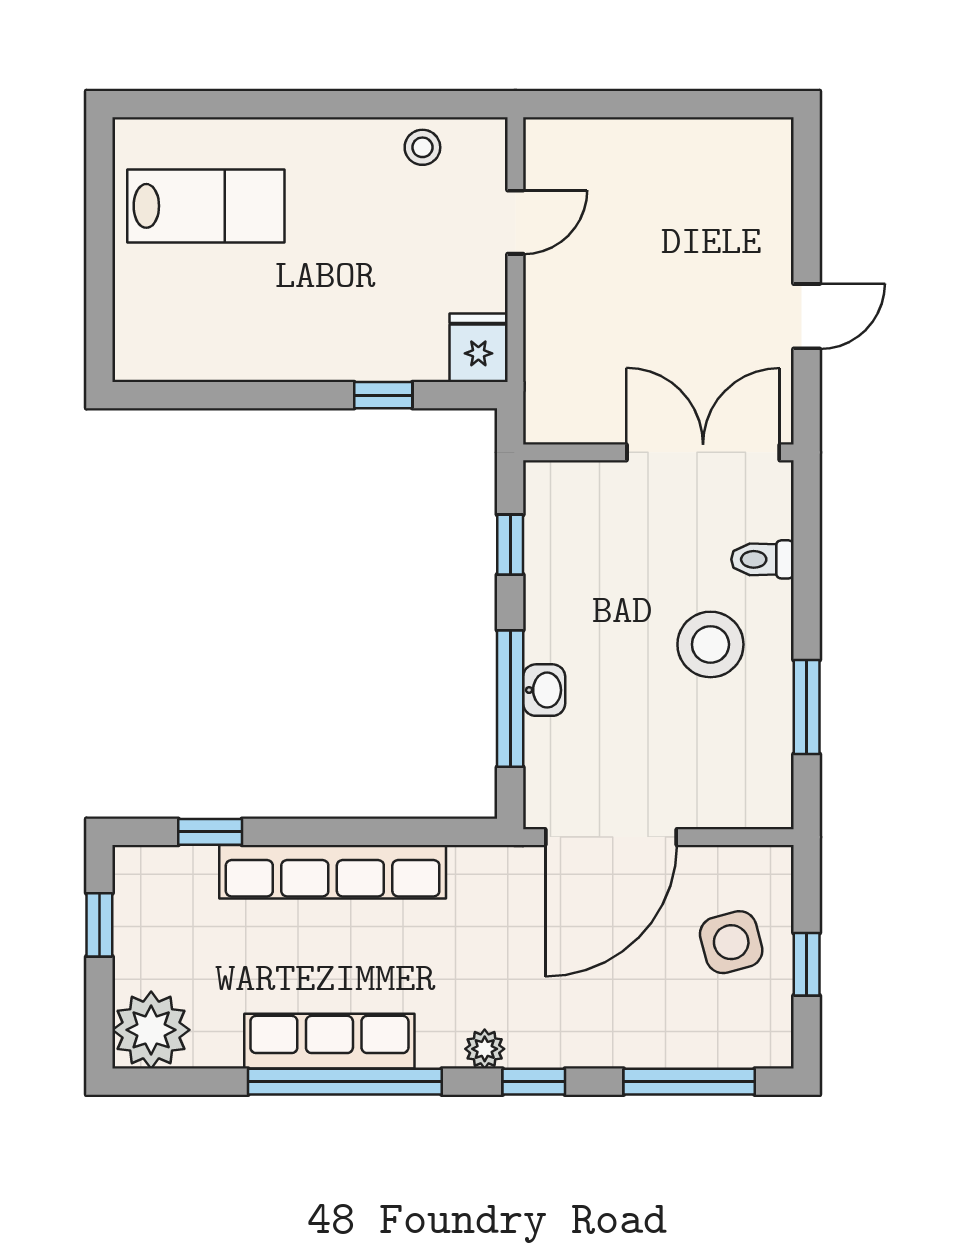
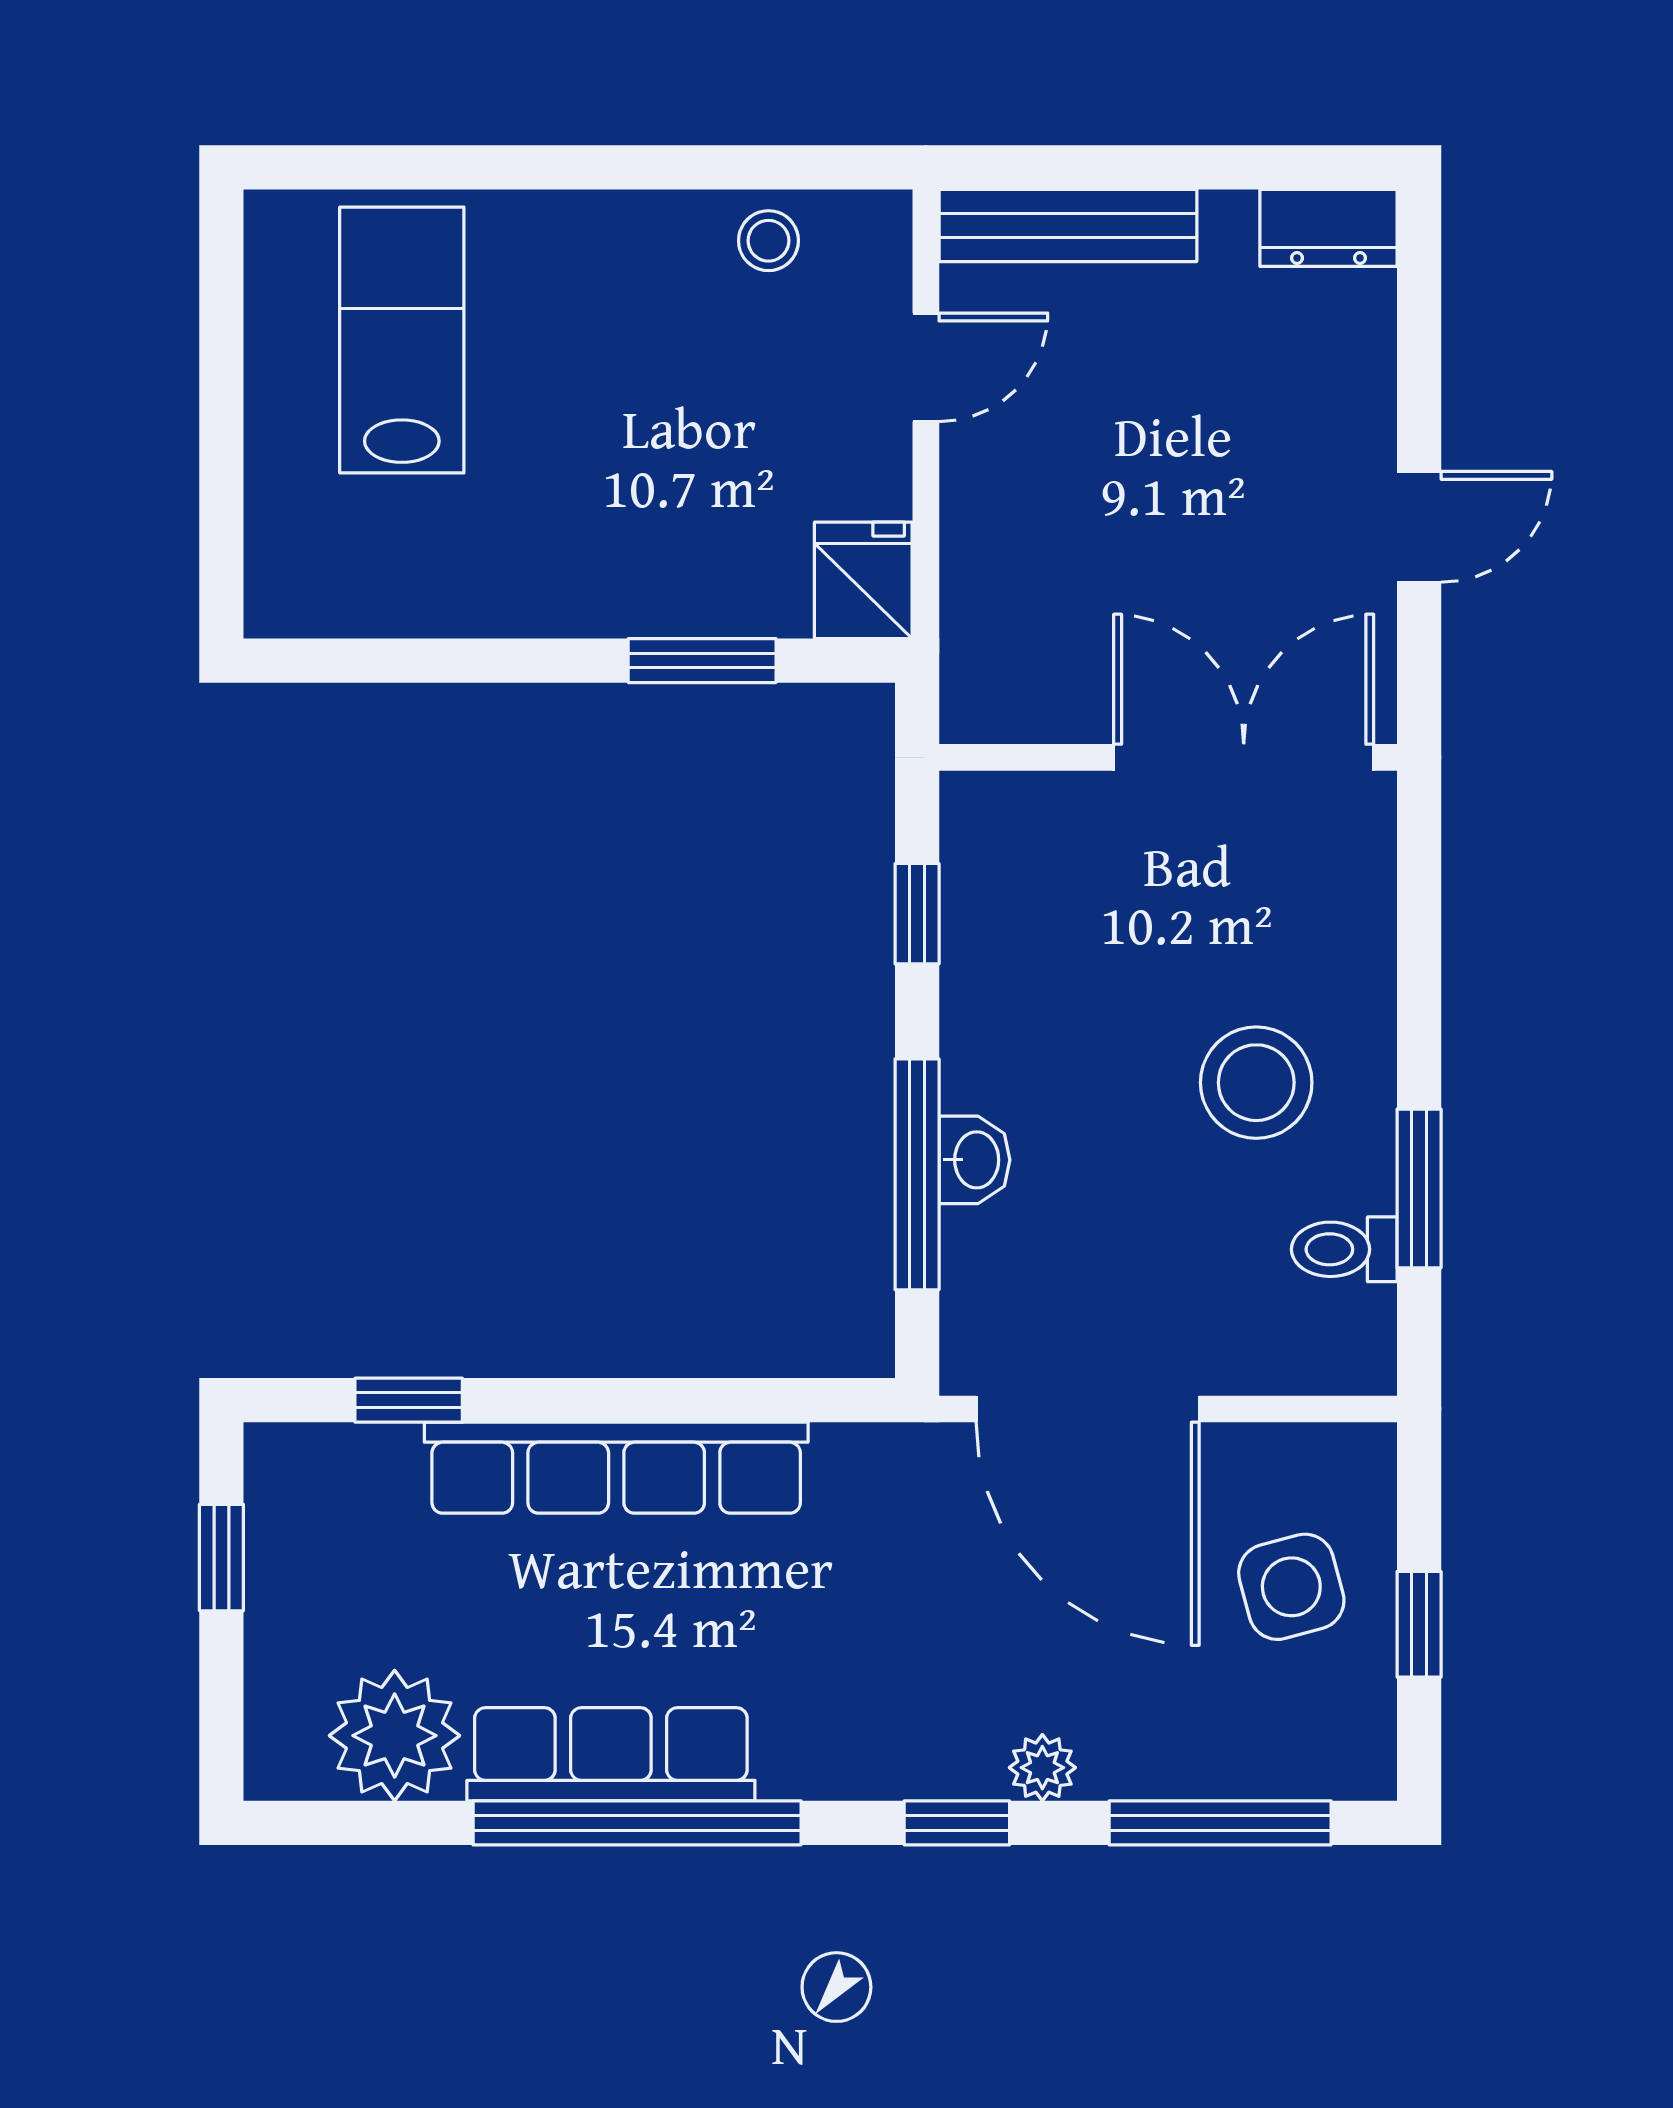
bench: (599, 138) -> (1068, 225), added
dresser: (753, 140) -> (1329, 228), added
lab bench: (206, 206) -> (402, 340), turned -90
window: (383, 395) -> (702, 661), width x1.50
toilet: (762, 559) -> (1344, 1249), moved
door: (611, 837) -> (1088, 1409), hinge flipped
plant: (151, 1030) -> (395, 1736), moved
plant: (485, 1049) -> (1042, 1768), moved

